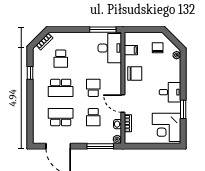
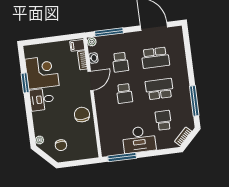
desk: (110, 48) -> (139, 140), moved, turned -90
filing cabinet: (131, 50) -> (77, 45), moved
window: (30, 73) -> (194, 101), width x2.17
chair: (135, 73) -> (82, 115), turned 90
door: (123, 103) -> (91, 81), hinge flipped
school desk: (93, 117) -> (120, 62), turned 180
corner desk: (166, 127) -> (42, 72), moved

